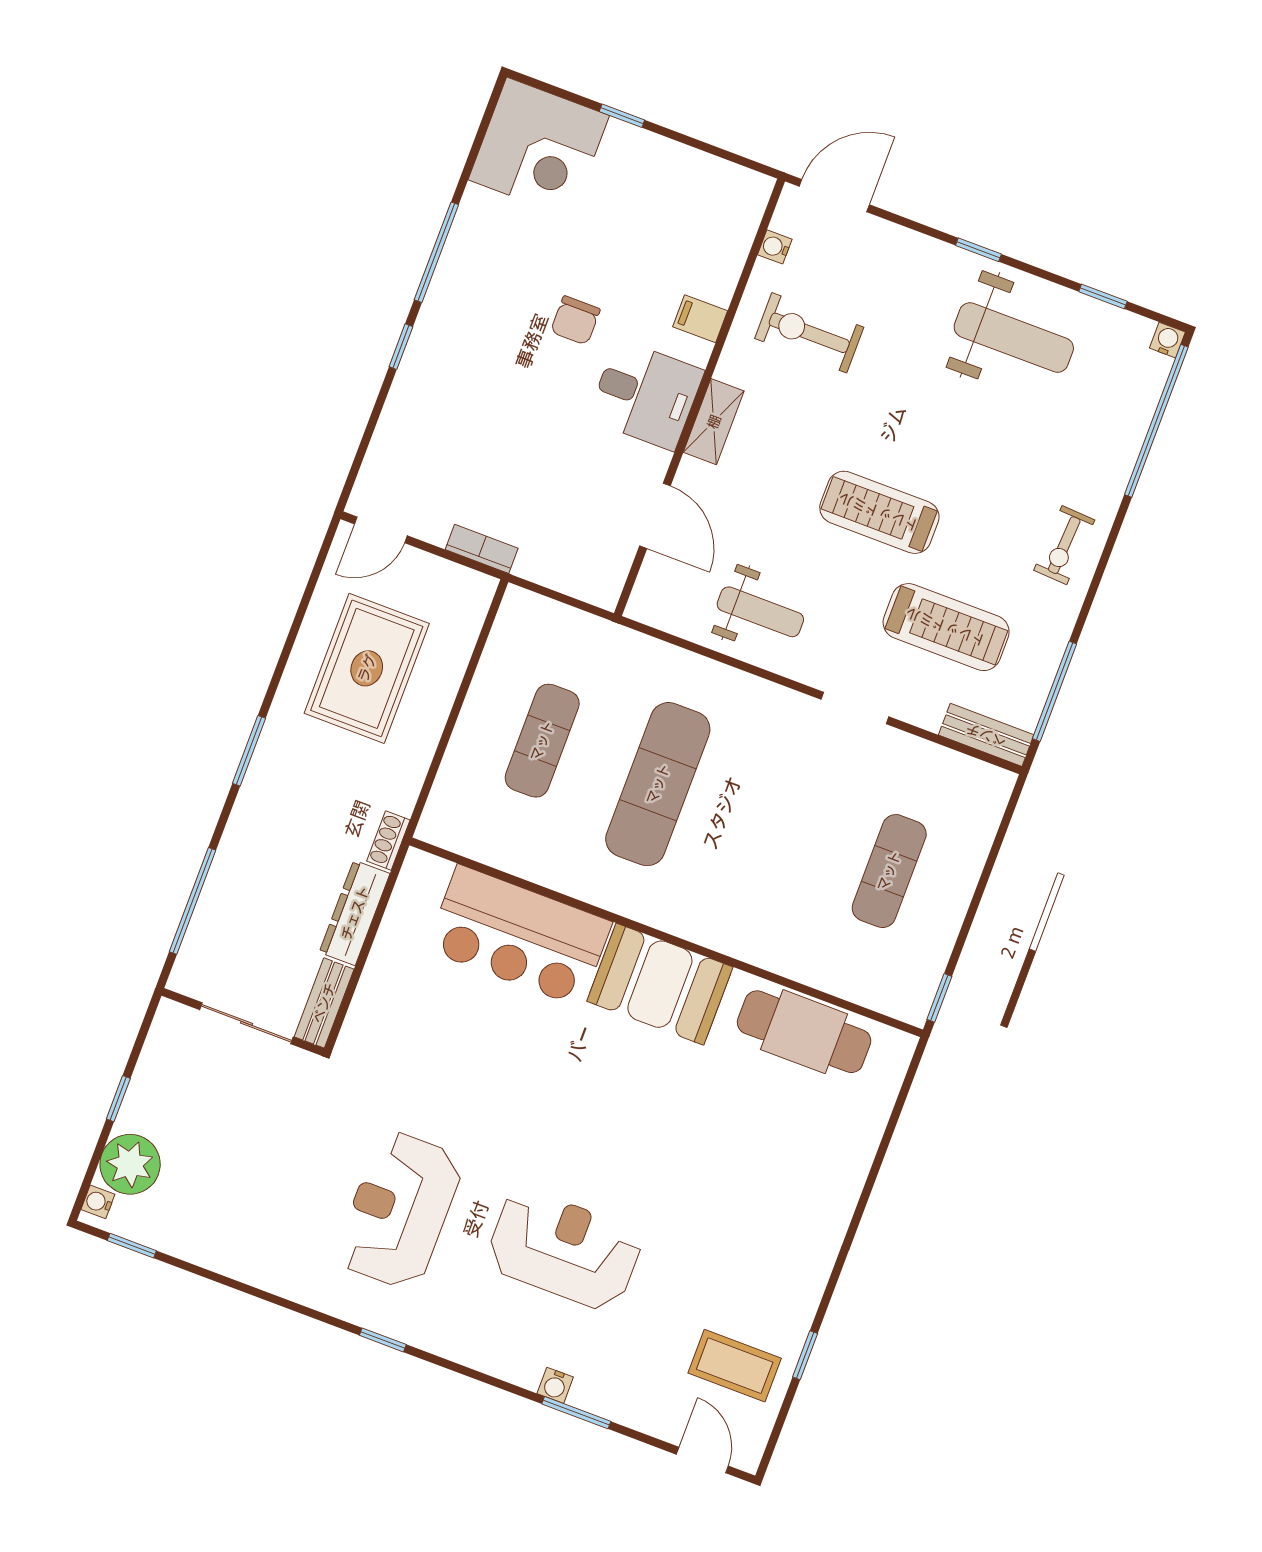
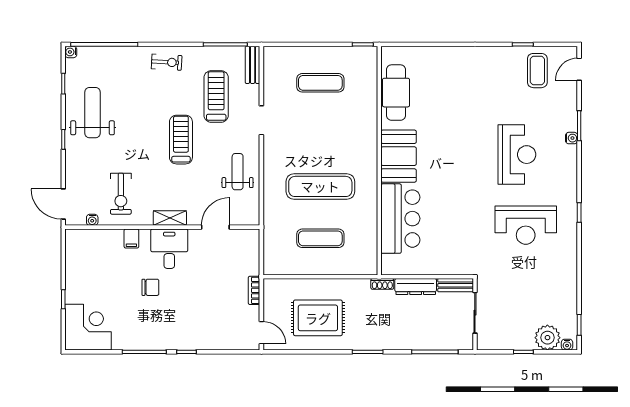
treadmill: (879, 512) -> (181, 140), turned 180
reception desk: (564, 1249) -> (517, 155), turned 180

